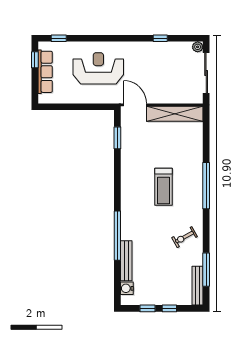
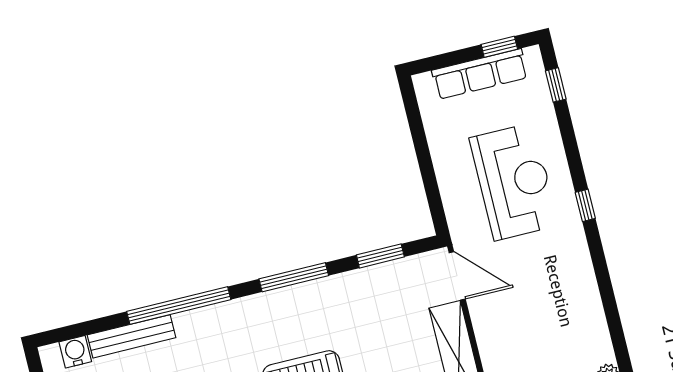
window: (160, 38) -> (585, 205), moved
door: (135, 105) -> (457, 276), hinge flipped
window: (117, 180) -> (294, 277), added

